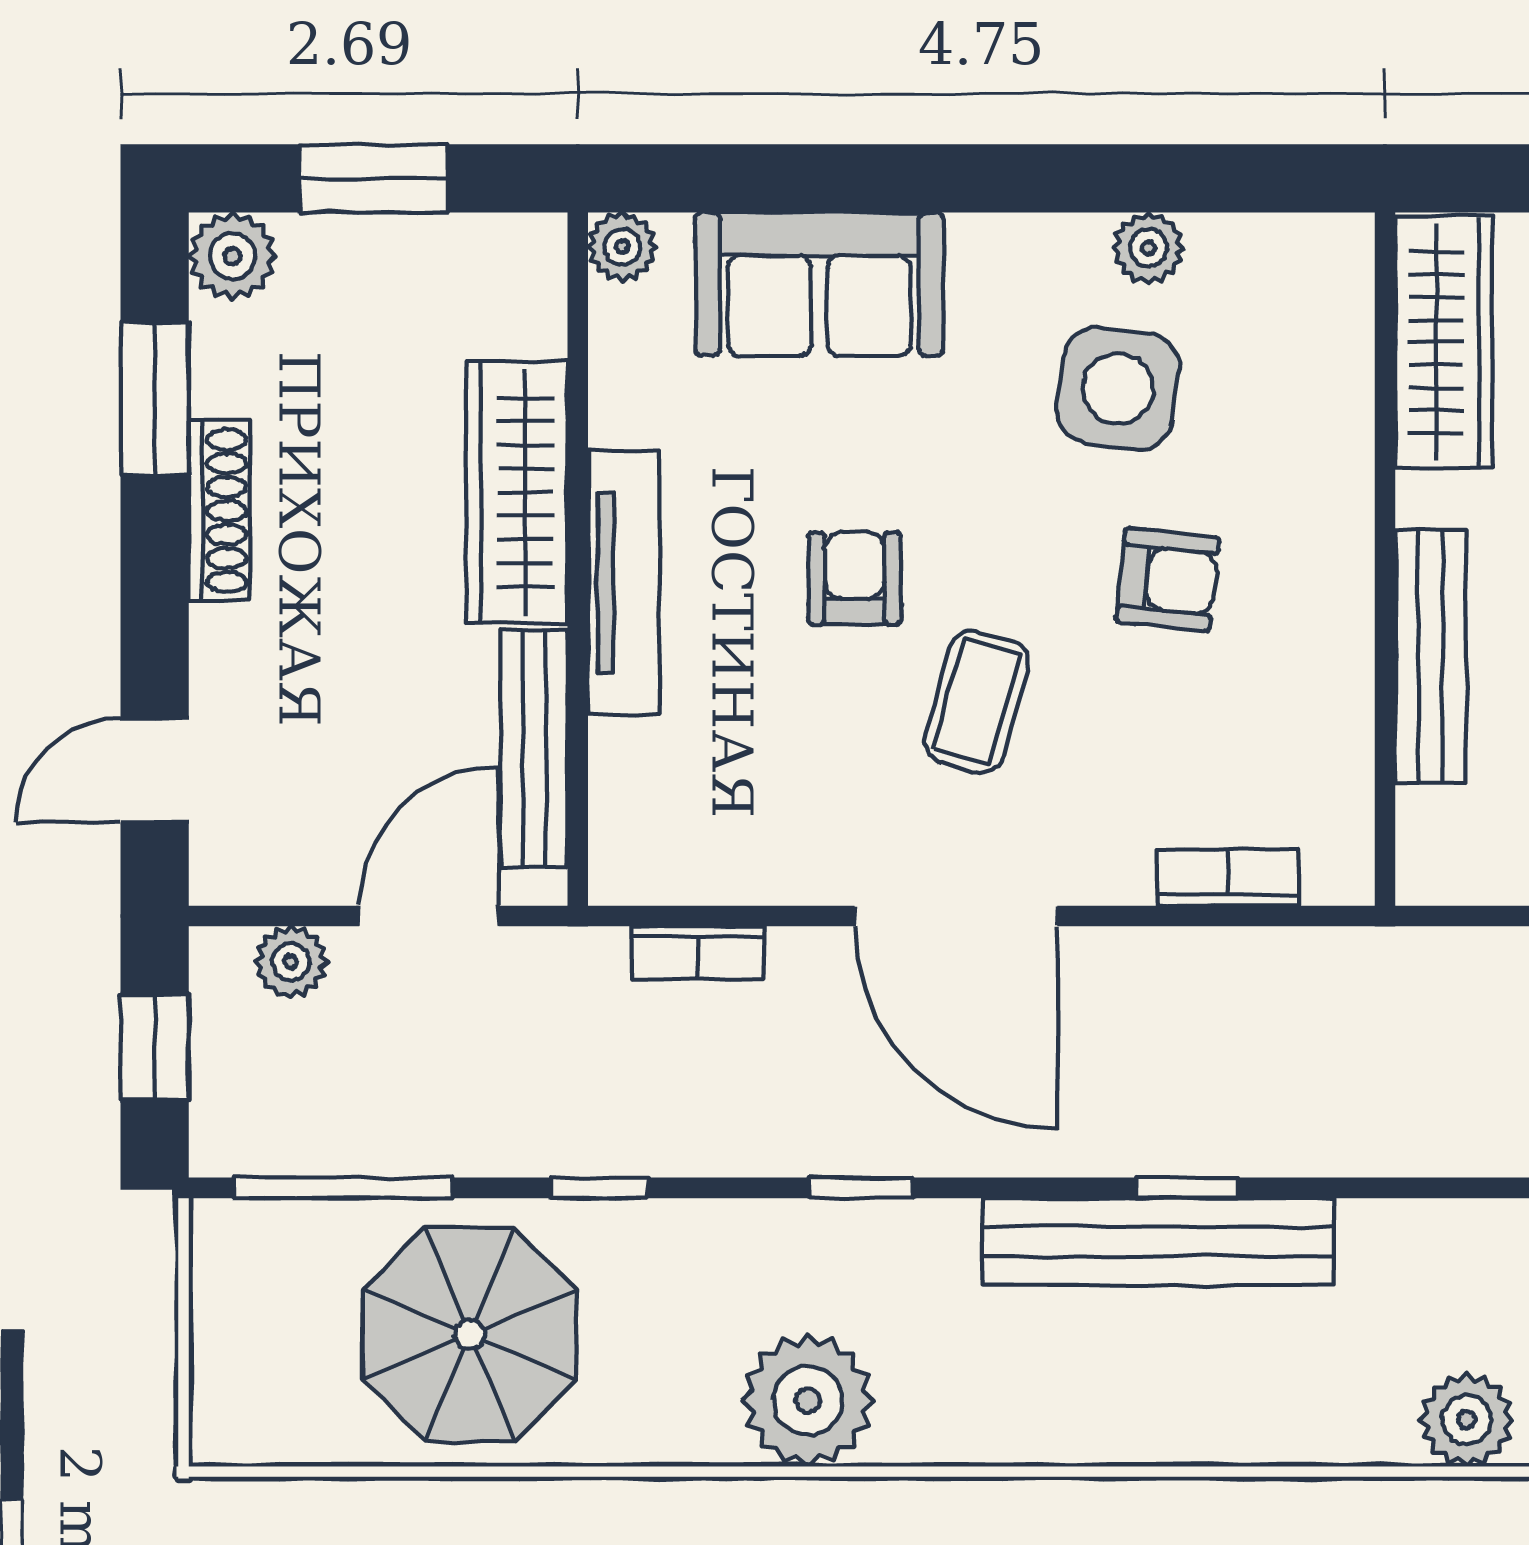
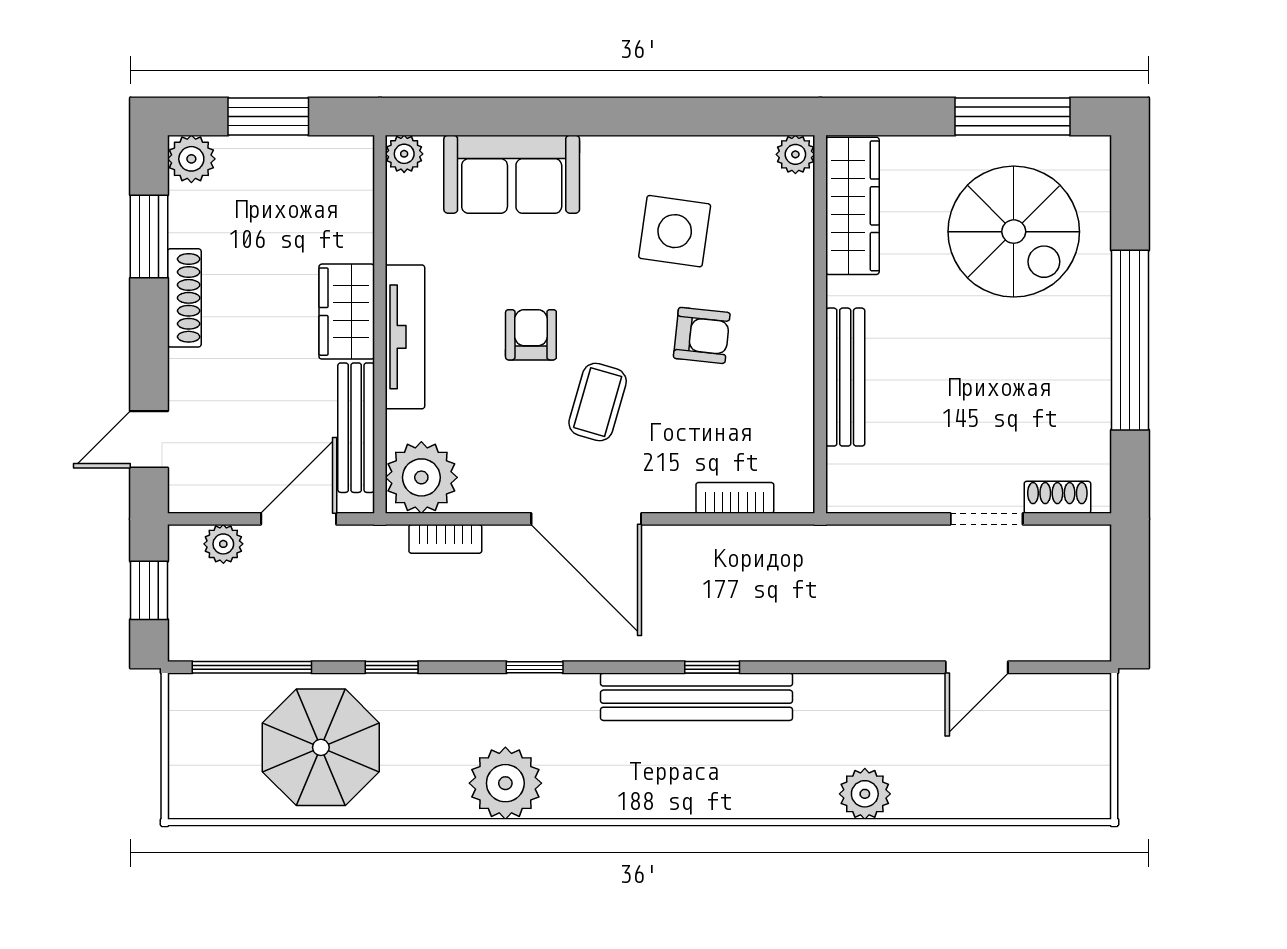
plant: (1148, 248) -> (795, 154), moved
wardrobe: (517, 492) -> (347, 312), width x0.67
plant: (654, 840) -> (421, 477), added

